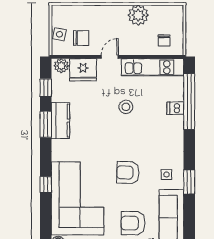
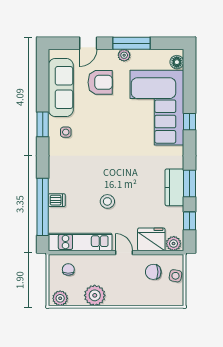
plant: (172, 12) -> (60, 298), added
door: (110, 57) -> (124, 253), swing flipped
armchair: (128, 173) -> (105, 134), removed

